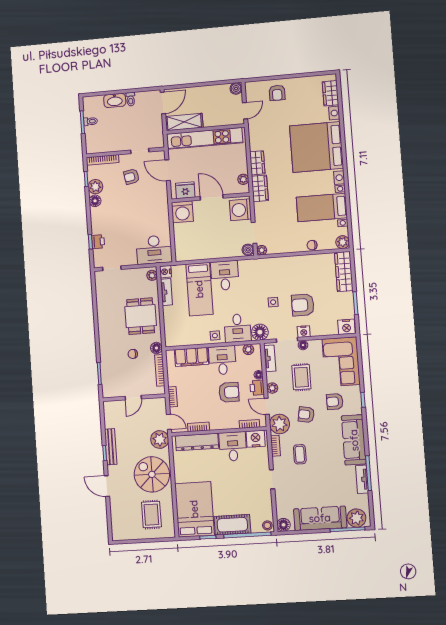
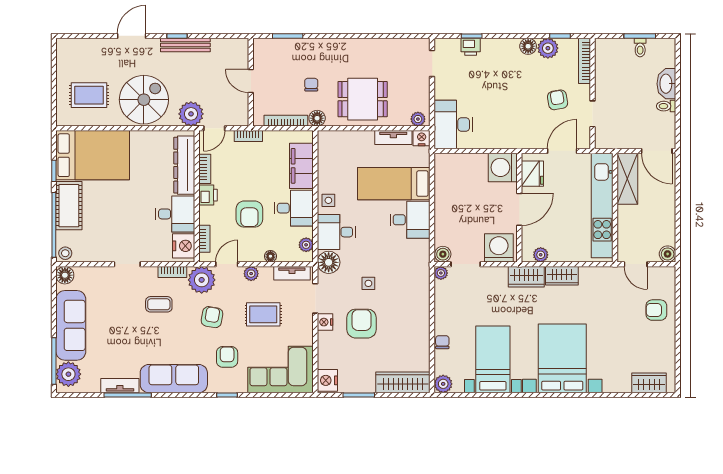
bed with nightstands: (317, 147) -> (562, 358), width x0.73
floor lamp: (303, 345) -> (307, 320), removed
printer: (257, 388) -> (208, 195), moved, turned 90

